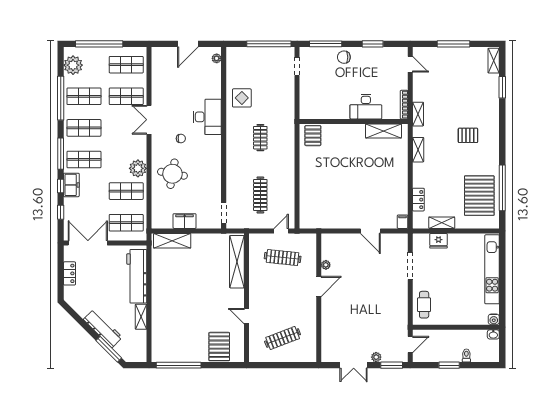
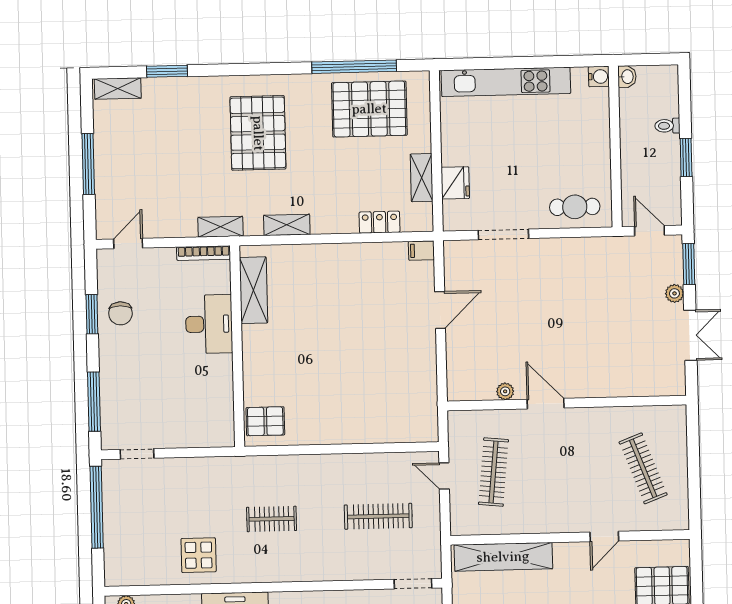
chair: (344, 57) -> (120, 313), moved
pallet: (468, 135) -> (258, 133), width x2.05, depth x2.00

